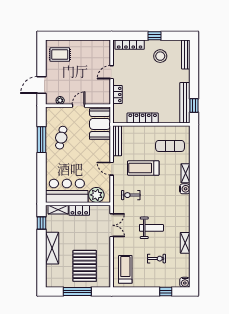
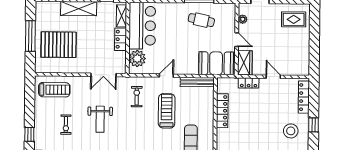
rug: (60, 55) -> (294, 19), turned 90
wardrobe: (99, 98) -> (245, 63), added

